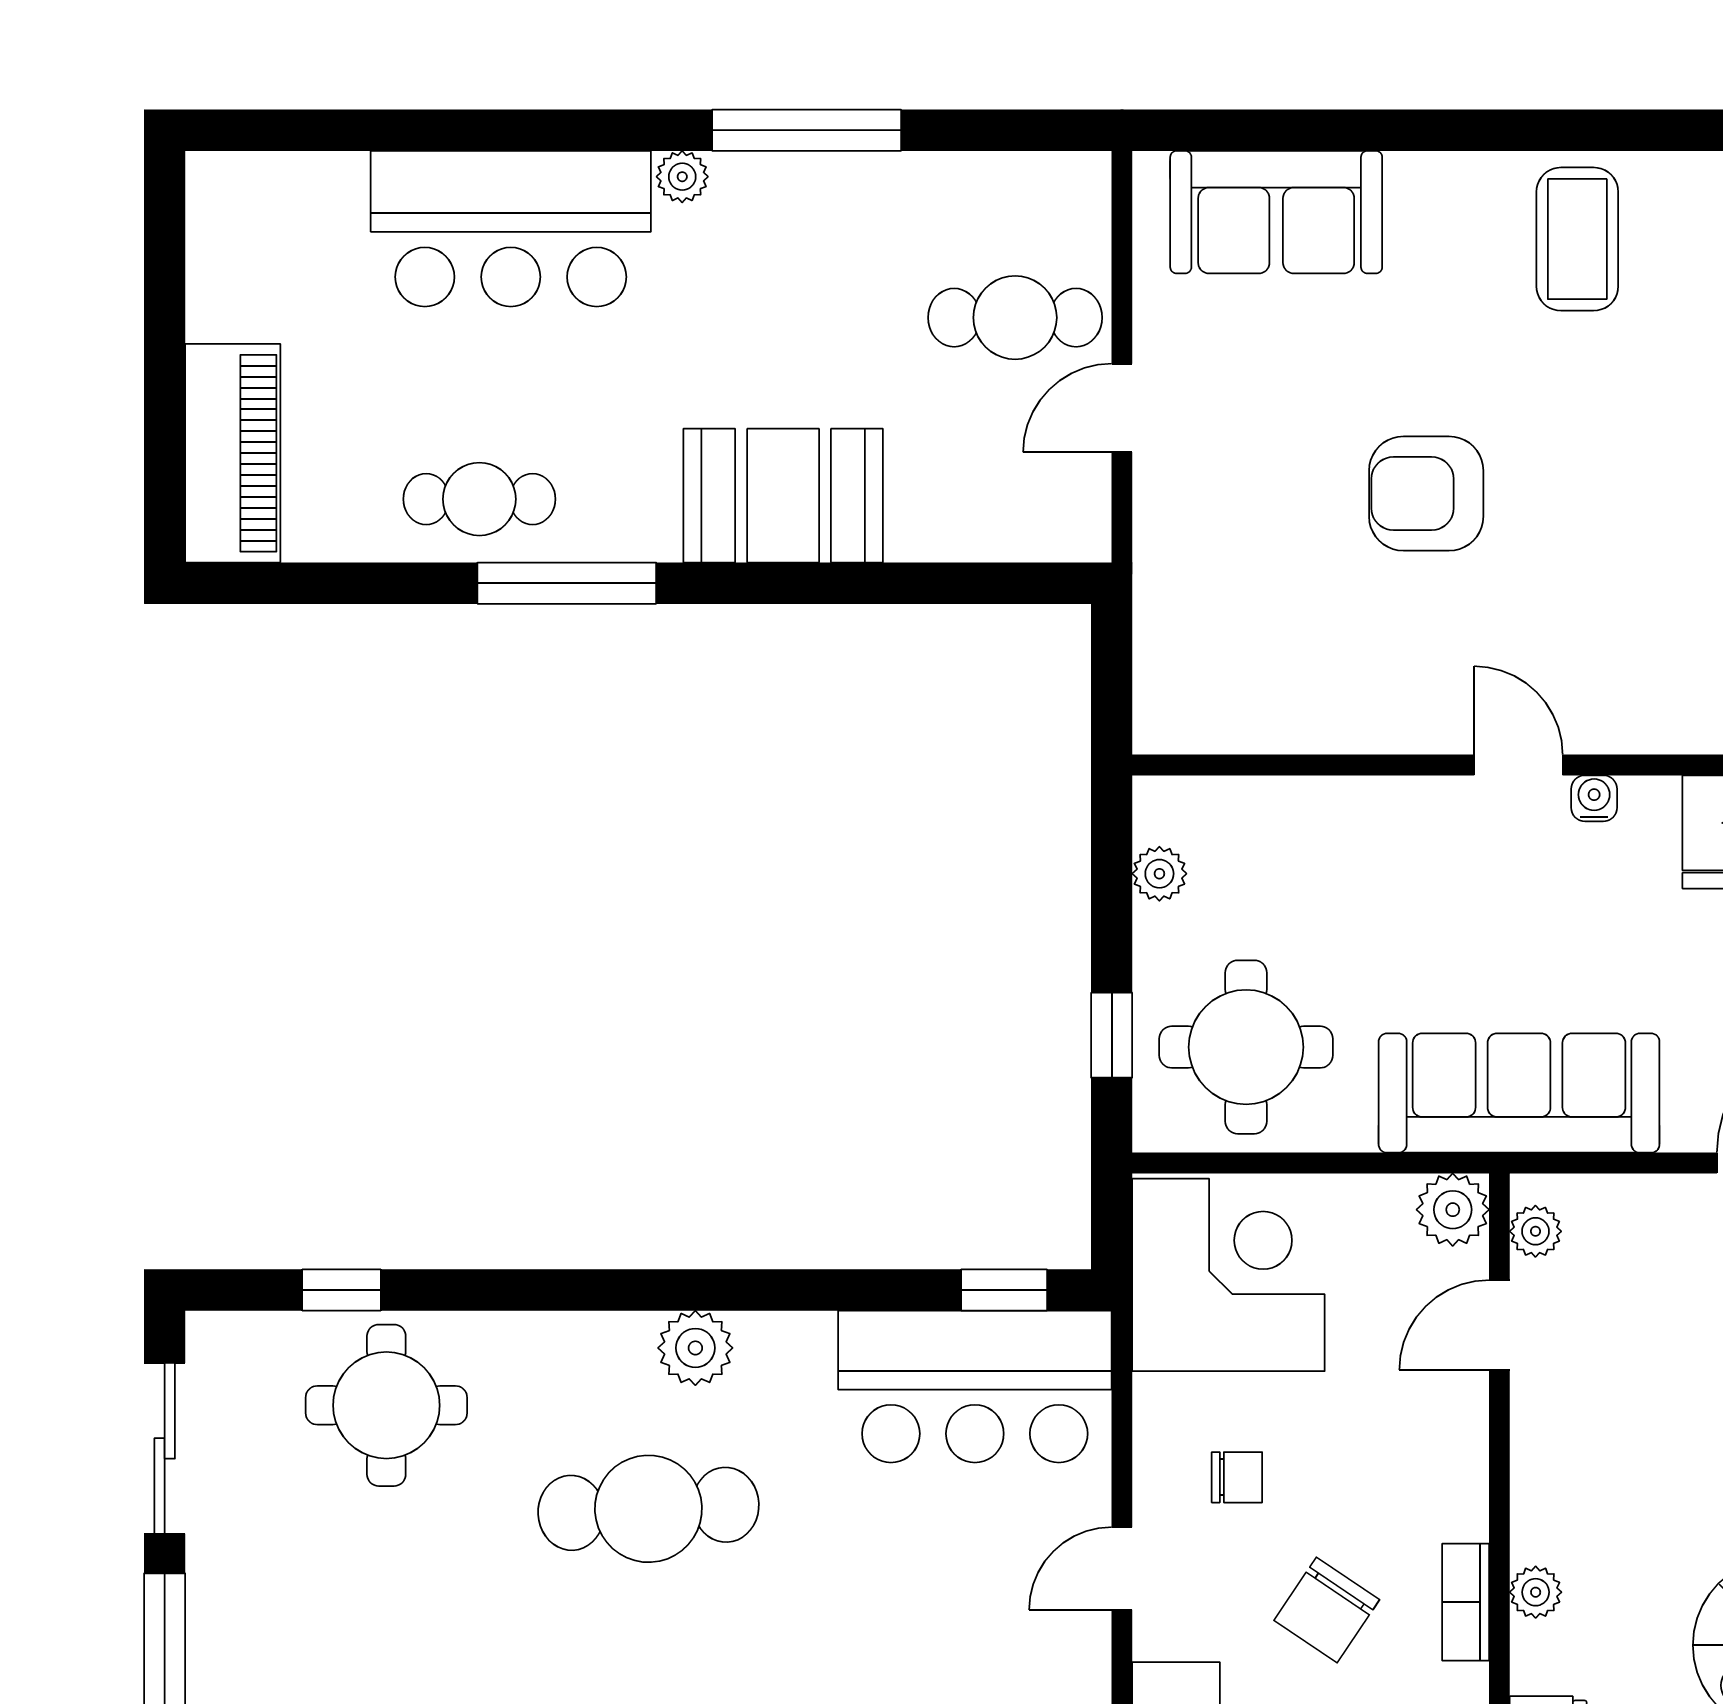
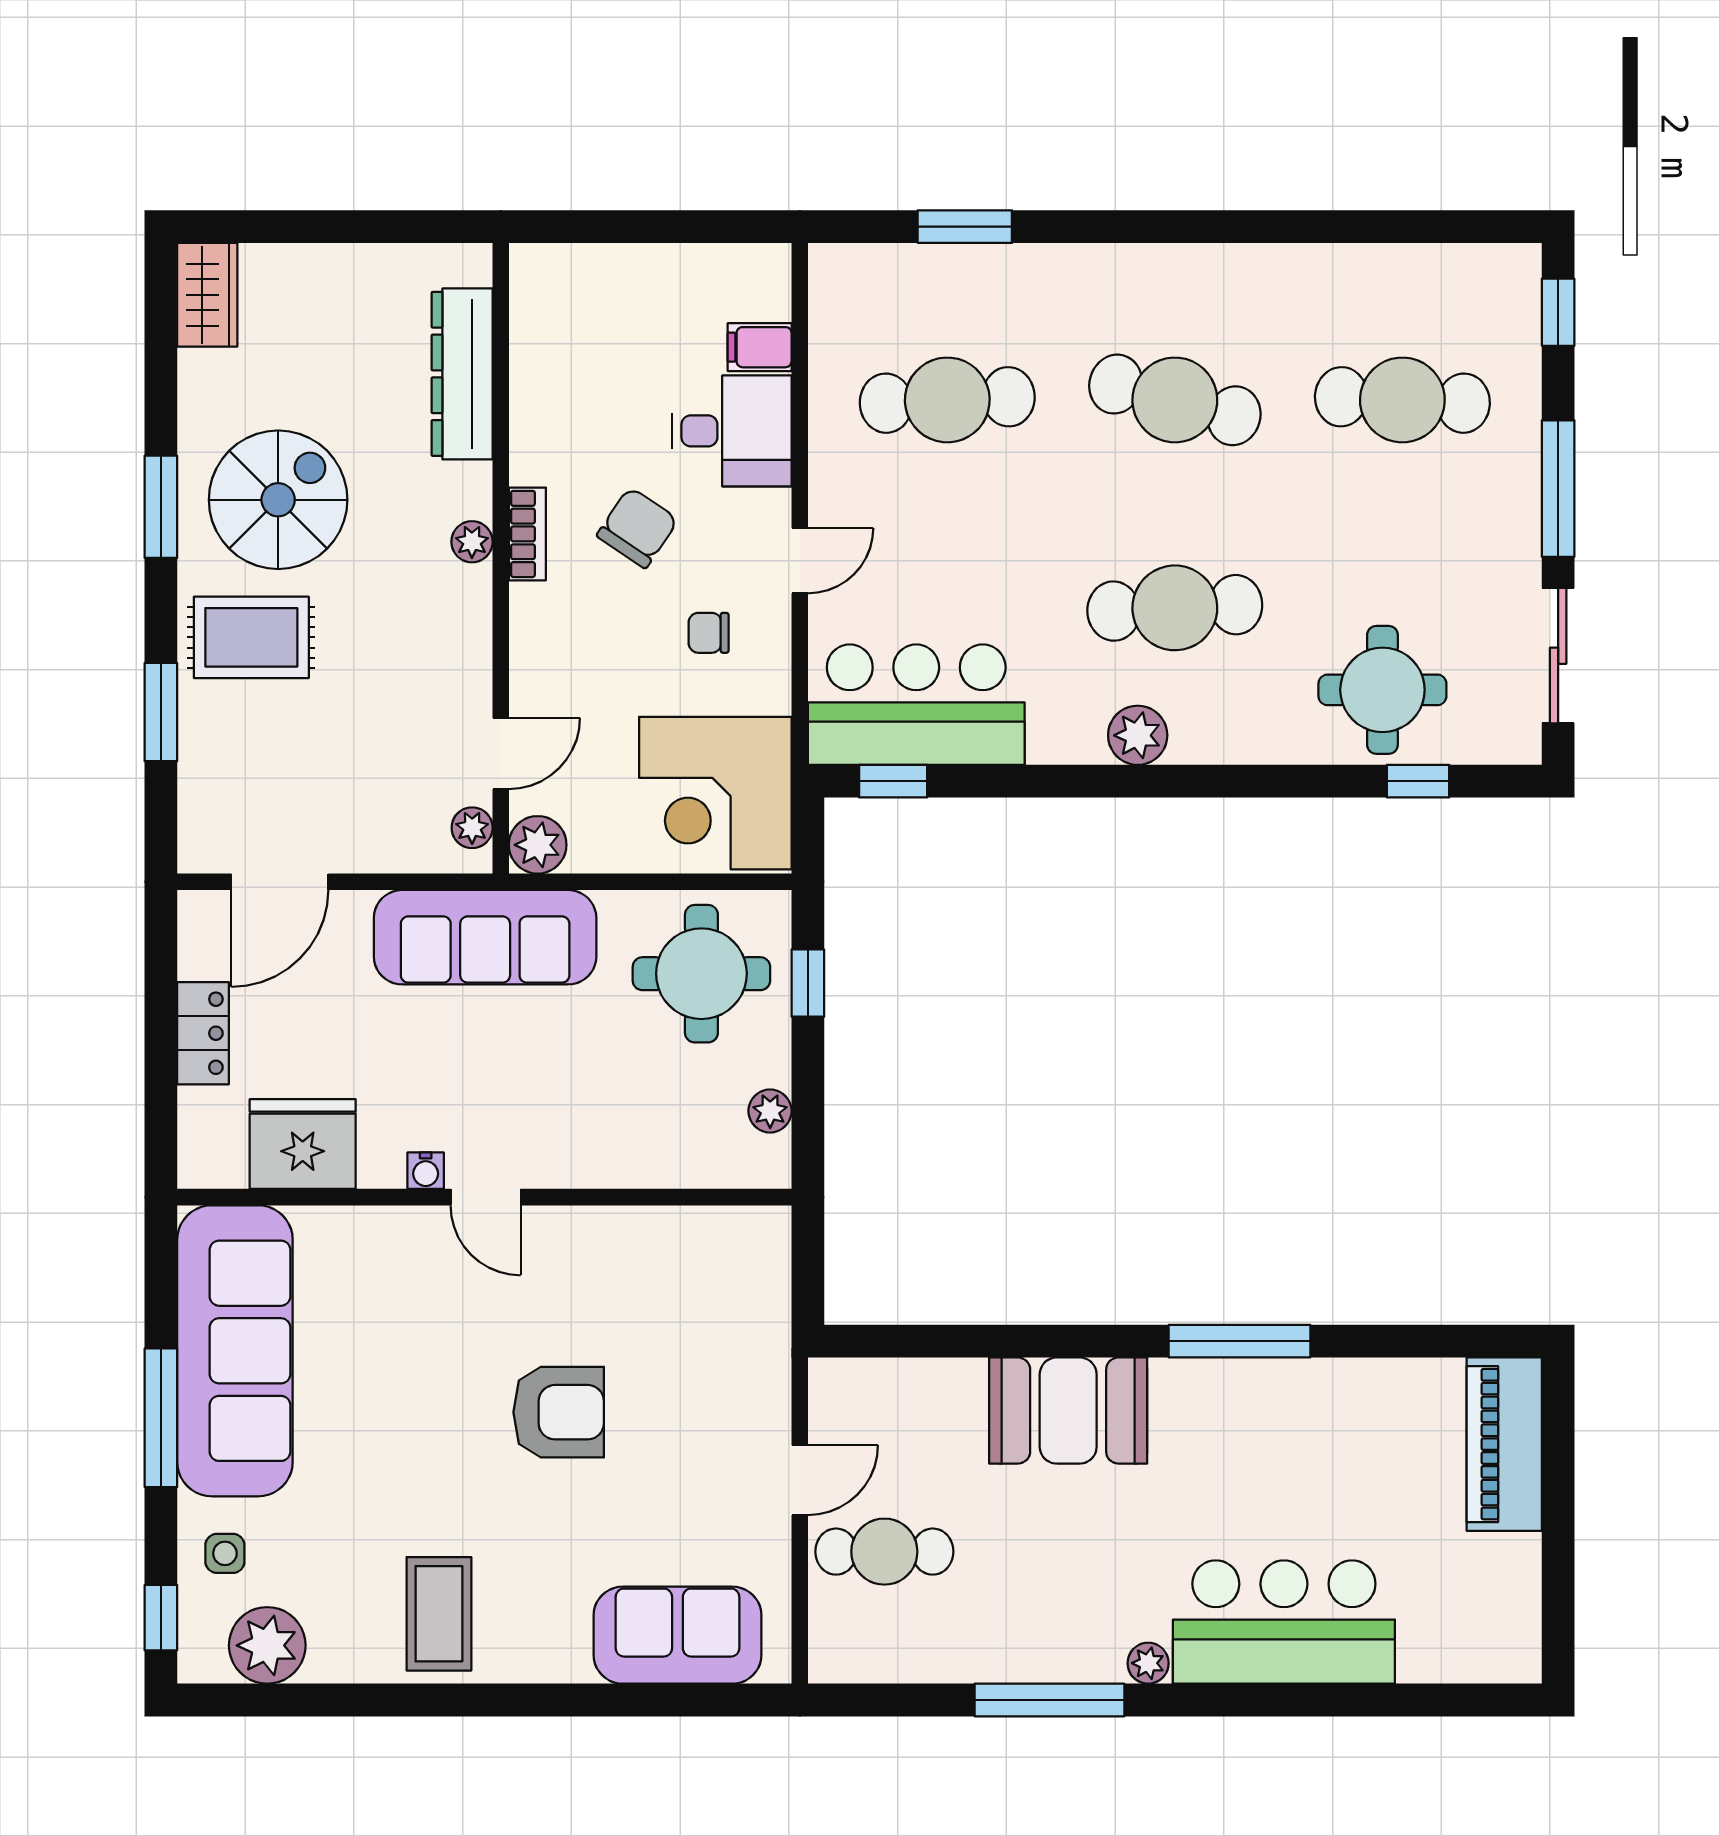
cafe table: (479, 499) -> (1309, 1408), removed

